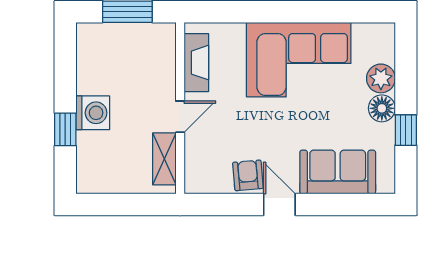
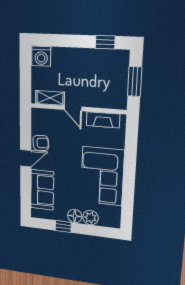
washing machine: (93, 113) -> (41, 56), moved
window: (65, 129) -> (105, 42), moved

